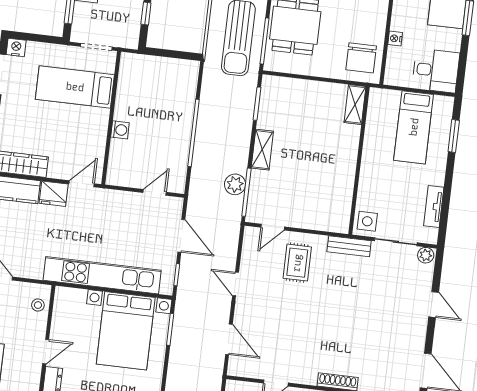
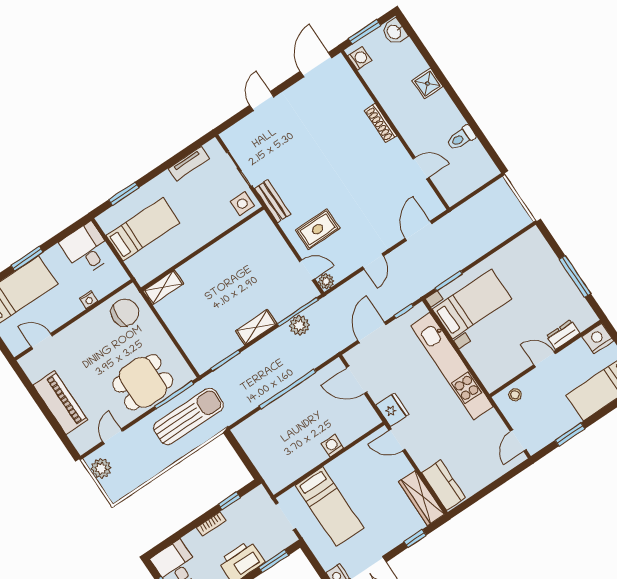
door: (155, 192) -> (357, 380), width x1.38
fridge: (54, 194) -> (392, 410), moved
plant: (426, 255) -> (326, 281), moved
bed with nightstands: (126, 331) -> (472, 304), width x0.73

